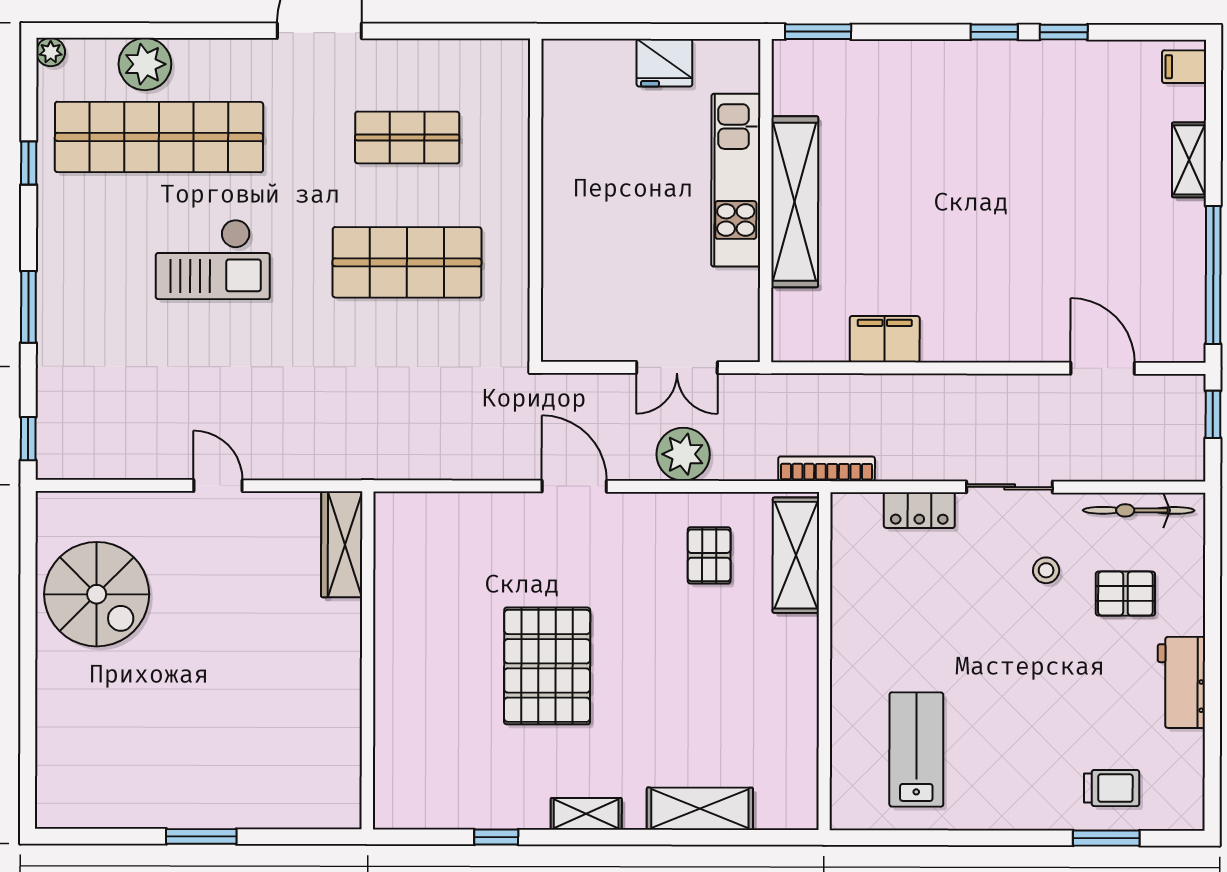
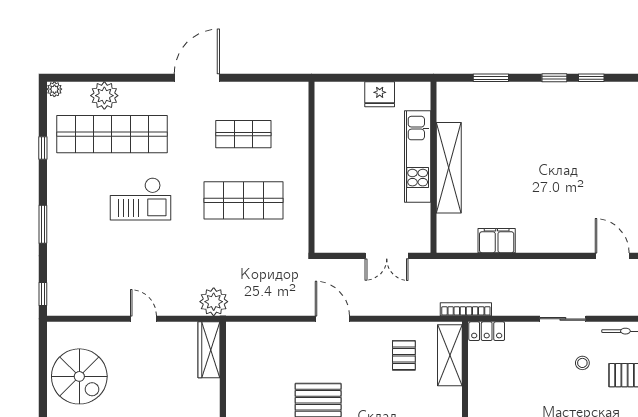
window: (818, 32) -> (491, 78), moved
plant: (683, 454) -> (214, 302), moved
locker: (919, 510) -> (487, 331), moved

